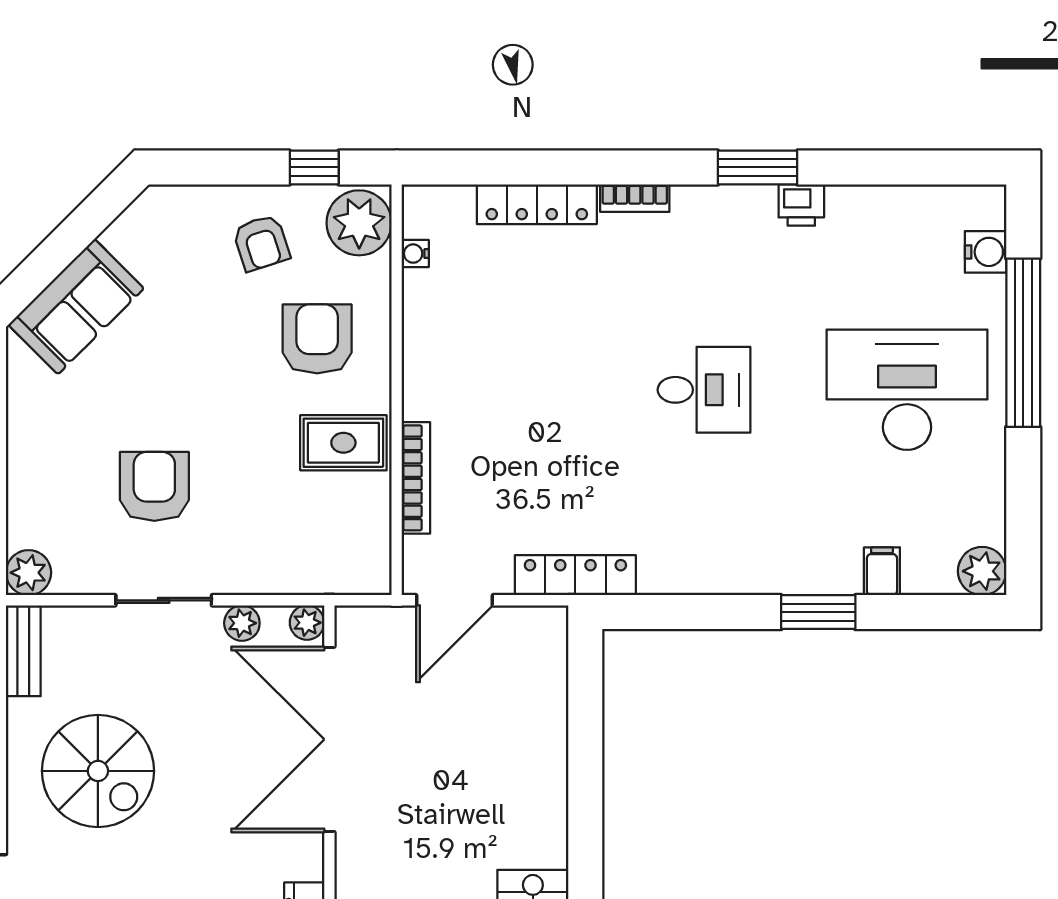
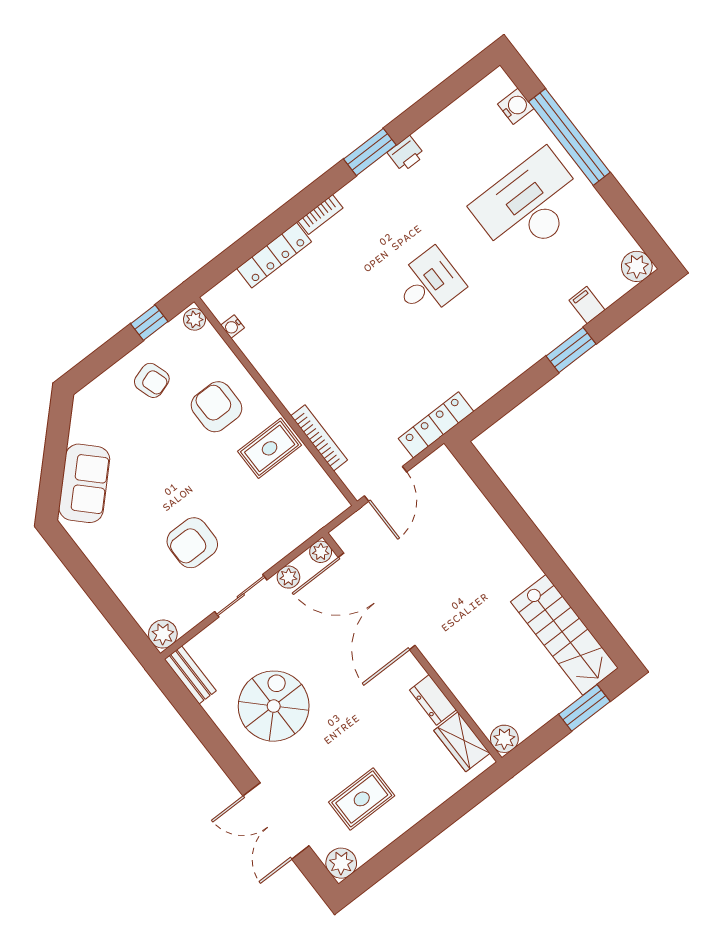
plant: (359, 223) -> (195, 319), width x0.53, depth x0.53
armchair: (154, 486) -> (192, 543), turned -90
spiral stairs: (98, 771) -> (274, 706), turned -90

